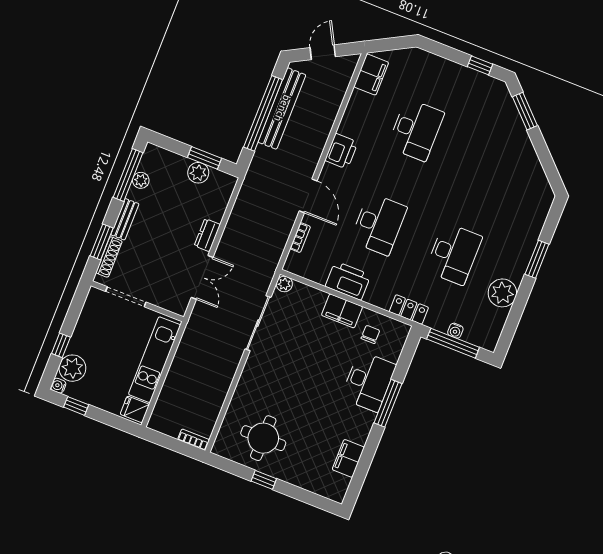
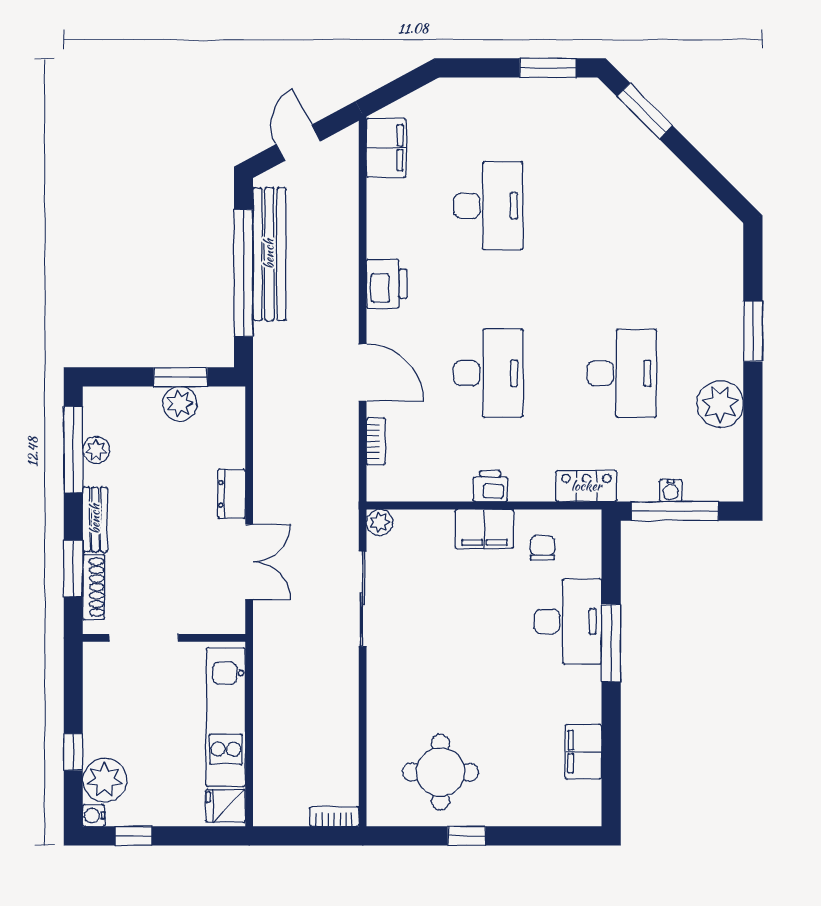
window: (480, 65) -> (548, 68), width x1.50
printer: (348, 281) -> (490, 486), width x0.53, depth x0.68

